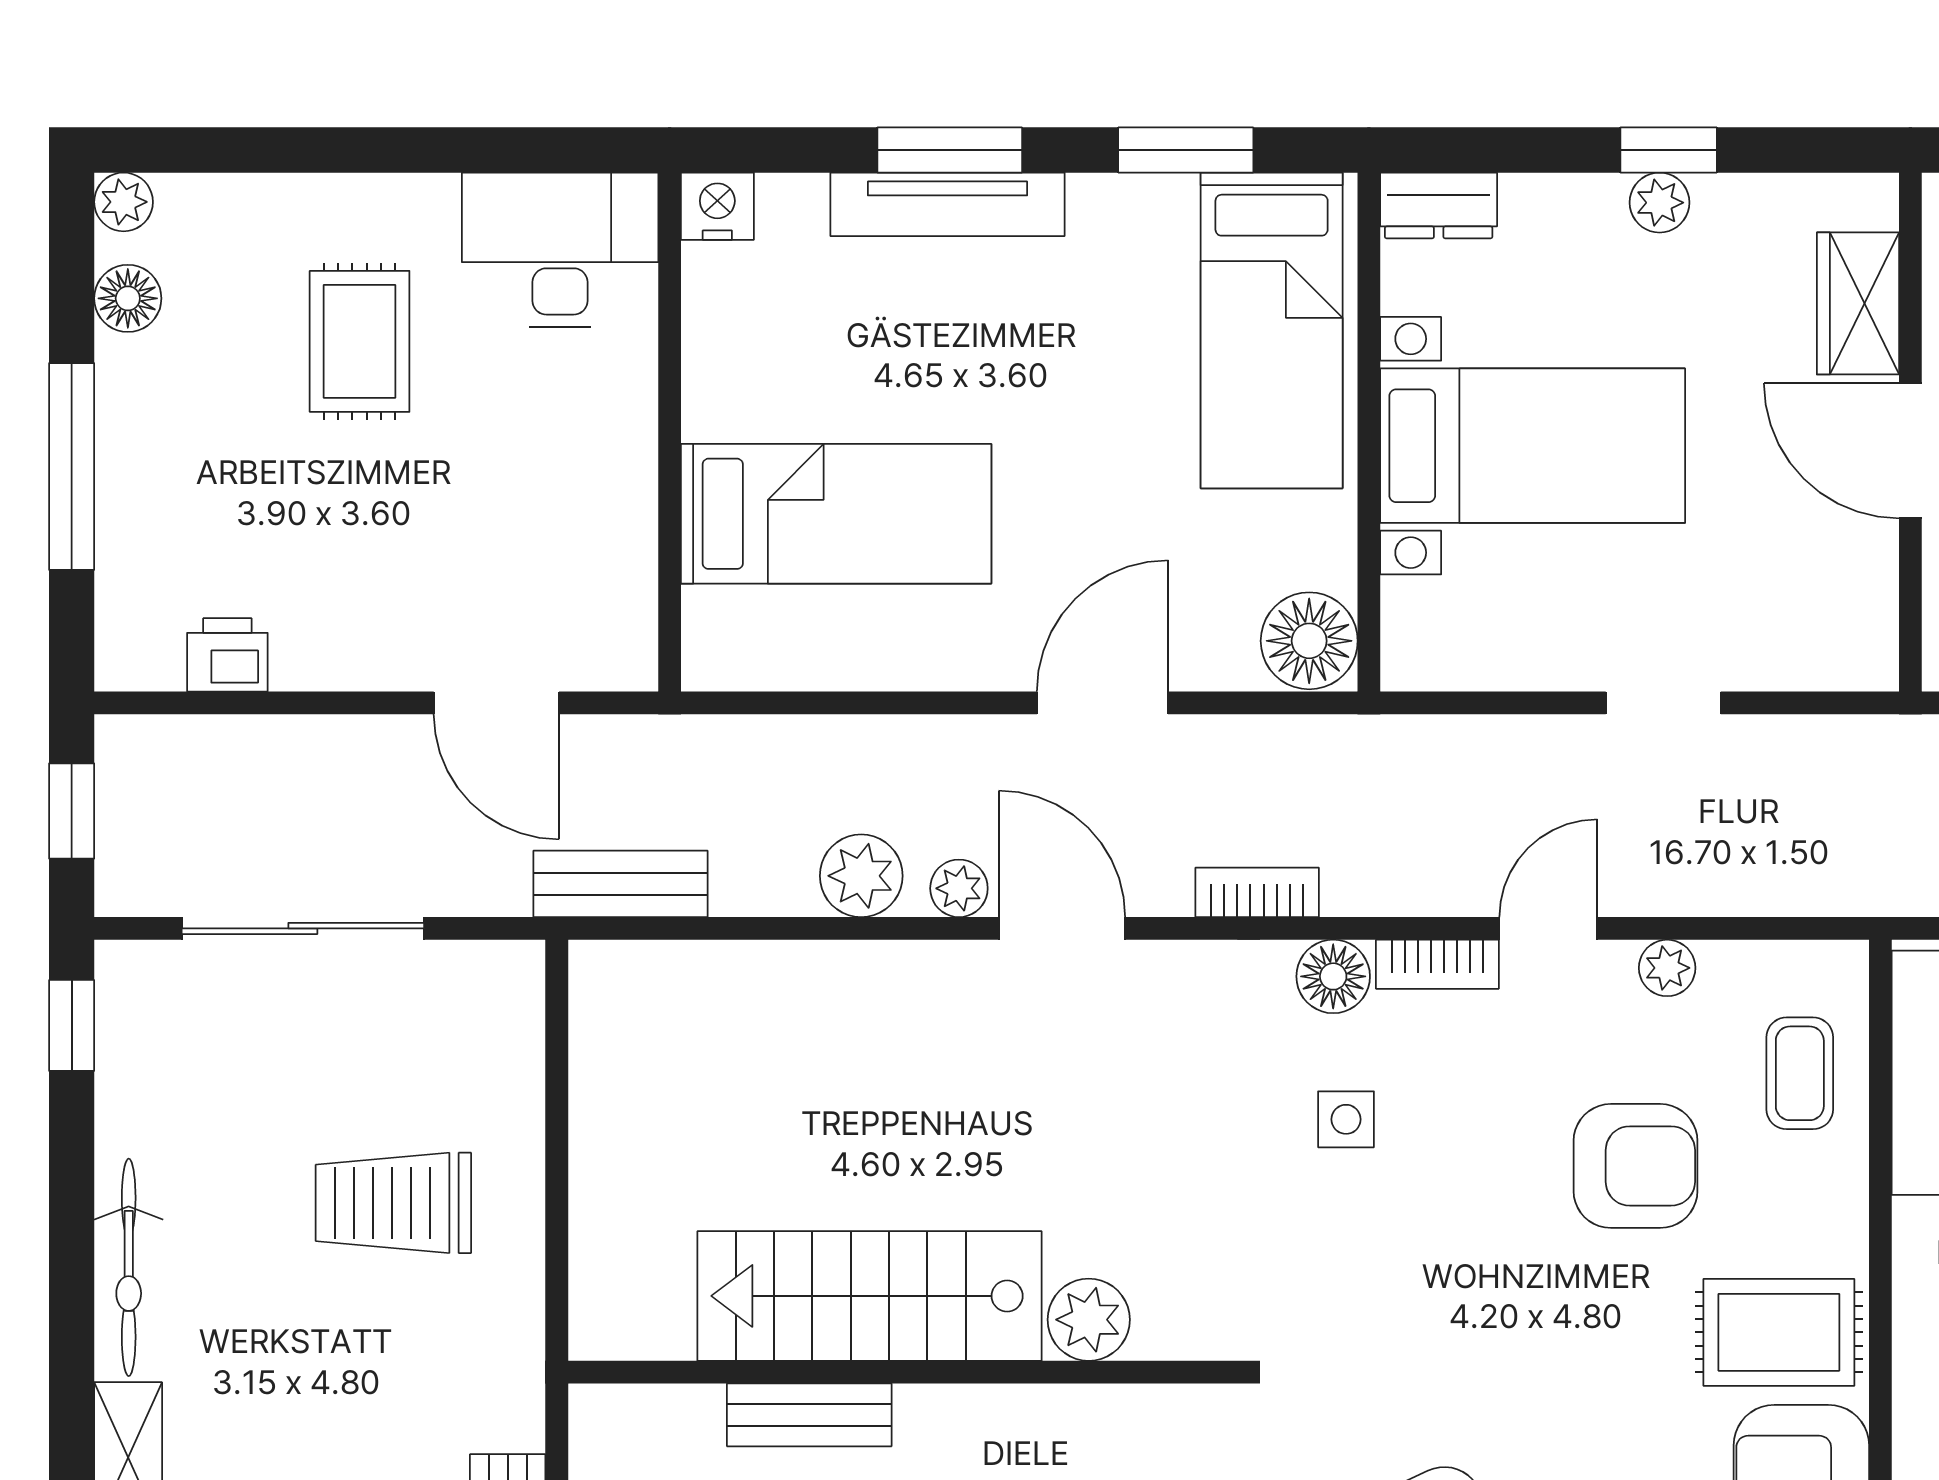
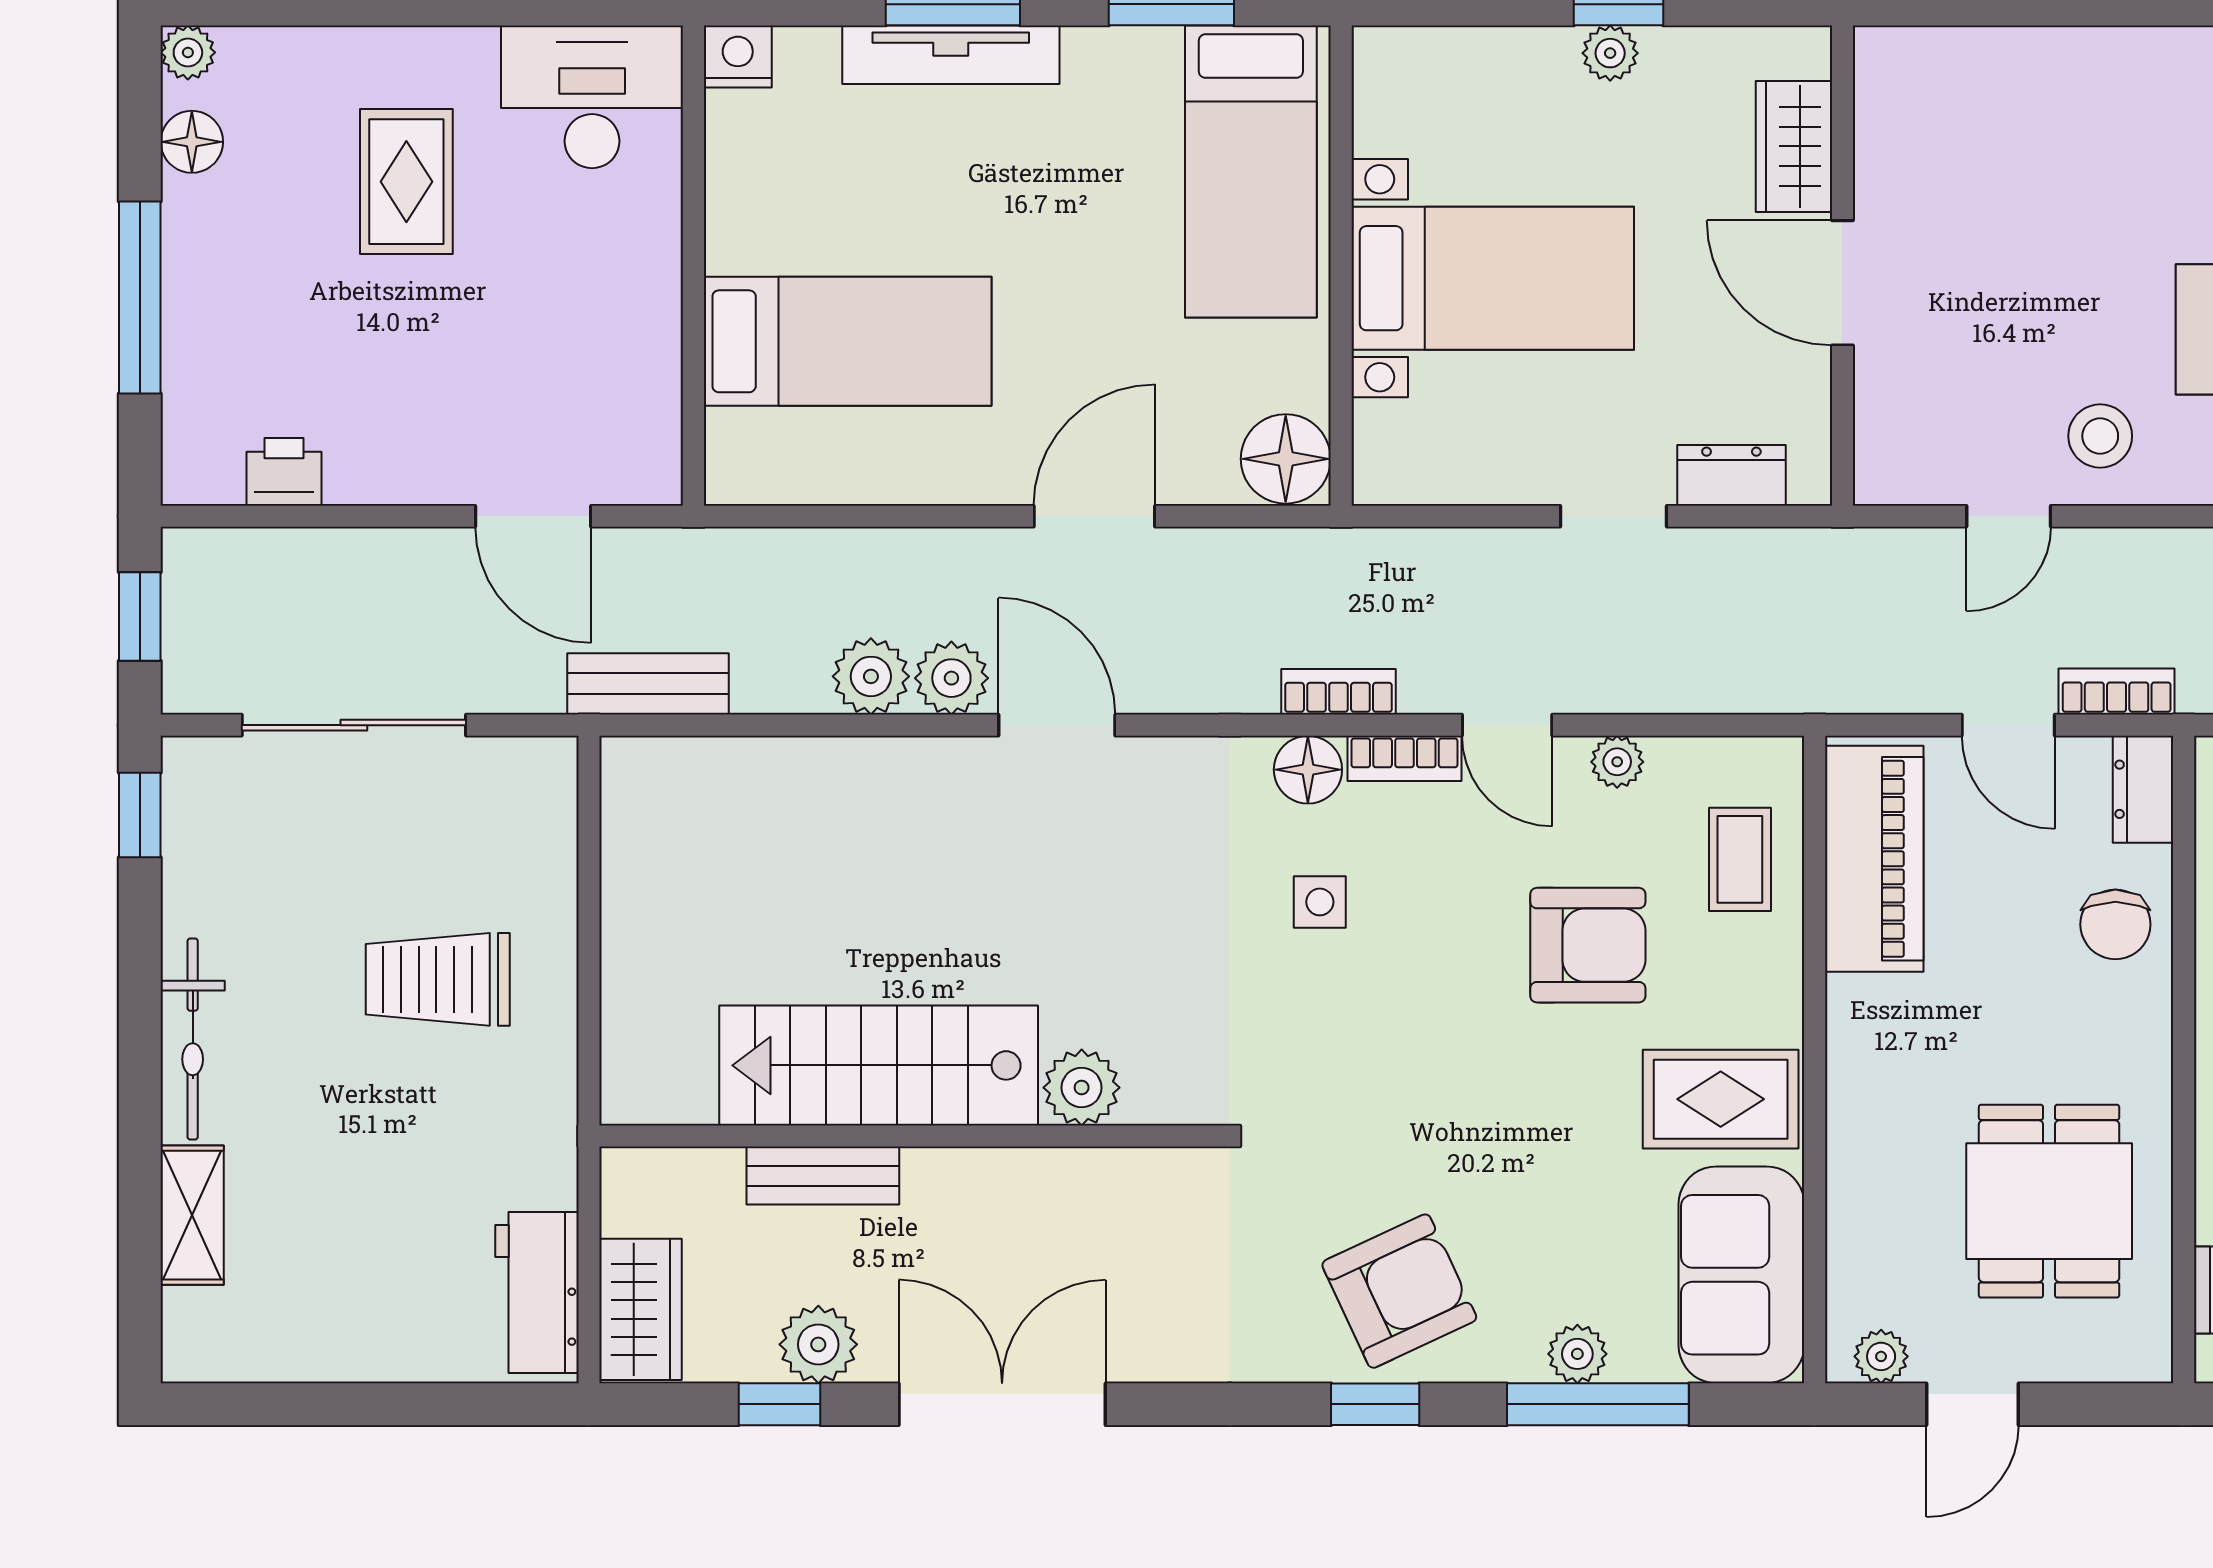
dresser: (1439, 205) -> (1731, 475), moved, turned 180
plant: (959, 888) -> (951, 678), width x1.38, depth x1.38
bookcase: (1257, 892) -> (1338, 692), moved
door: (1548, 928) -> (1507, 725), swing flipped

